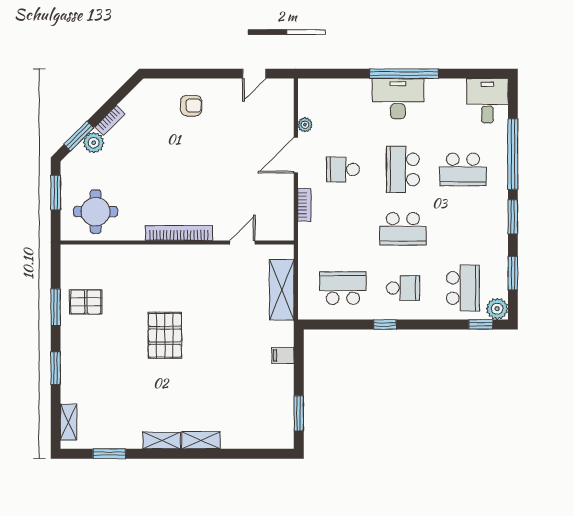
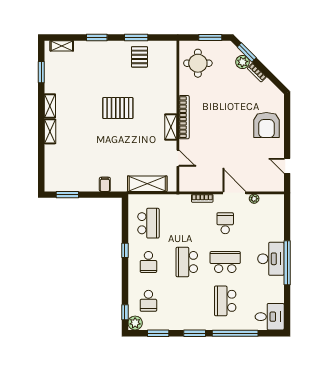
armchair: (191, 106) -> (266, 125), width x1.88, depth x1.88
shelving: (194, 254) -> (171, 127), added
school desk: (463, 288) -> (148, 301), width x0.54

